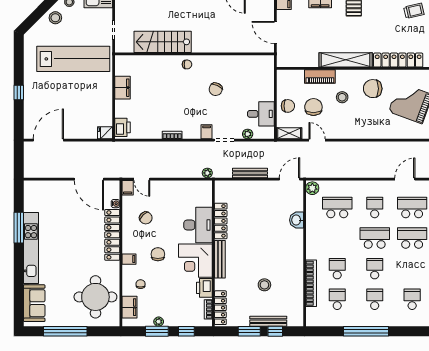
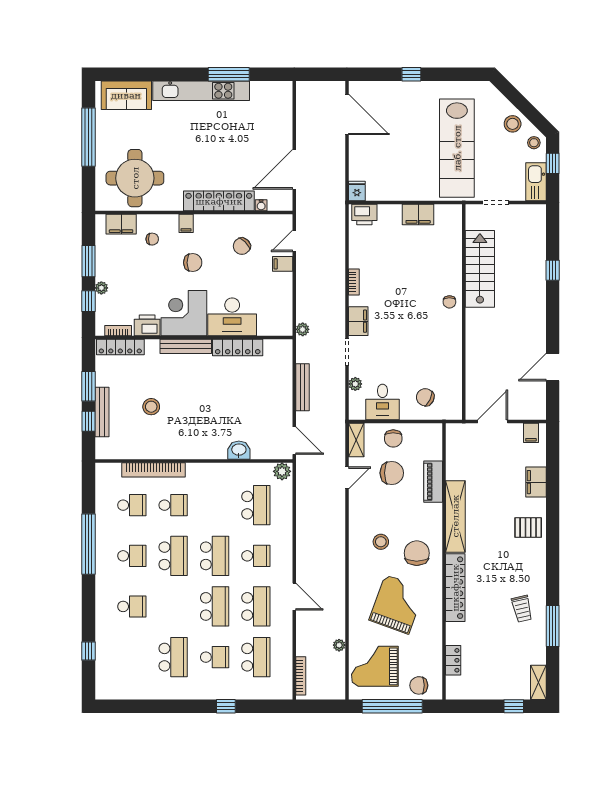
chair: (216, 89) -> (425, 397), moved
stool: (342, 97) -> (381, 542), moved
filing cabinet: (207, 132) -> (358, 321), width x2.00
filing cabinet: (128, 188) -> (283, 264), moved
school desk: (375, 269) -> (173, 556), width x1.85
plant: (159, 322) -> (101, 288), moved

